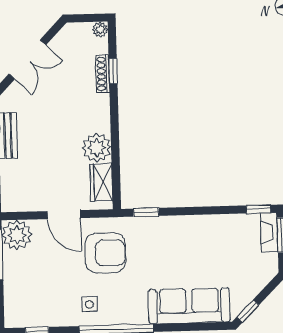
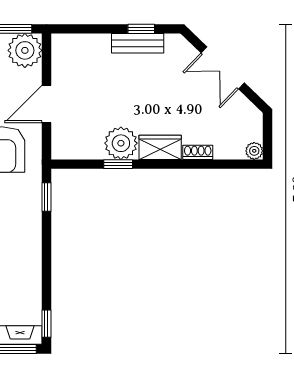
window: (113, 71) -> (118, 164), moved
shoe rack: (103, 74) -> (198, 152), width x0.70
wardrobe: (101, 182) -> (160, 147), moved

